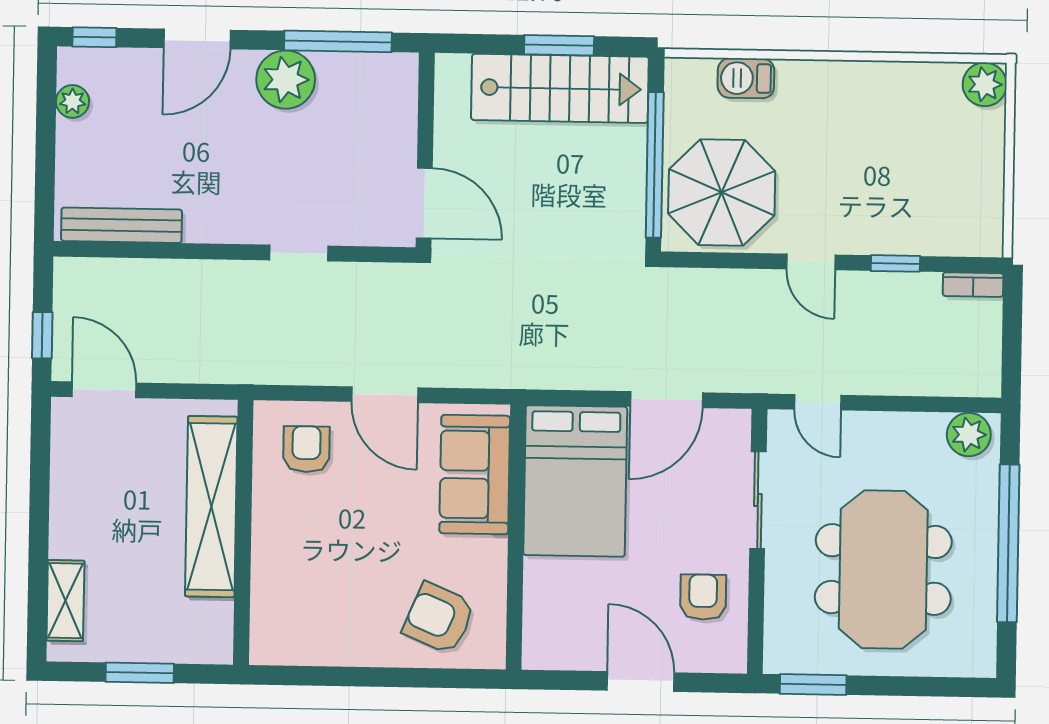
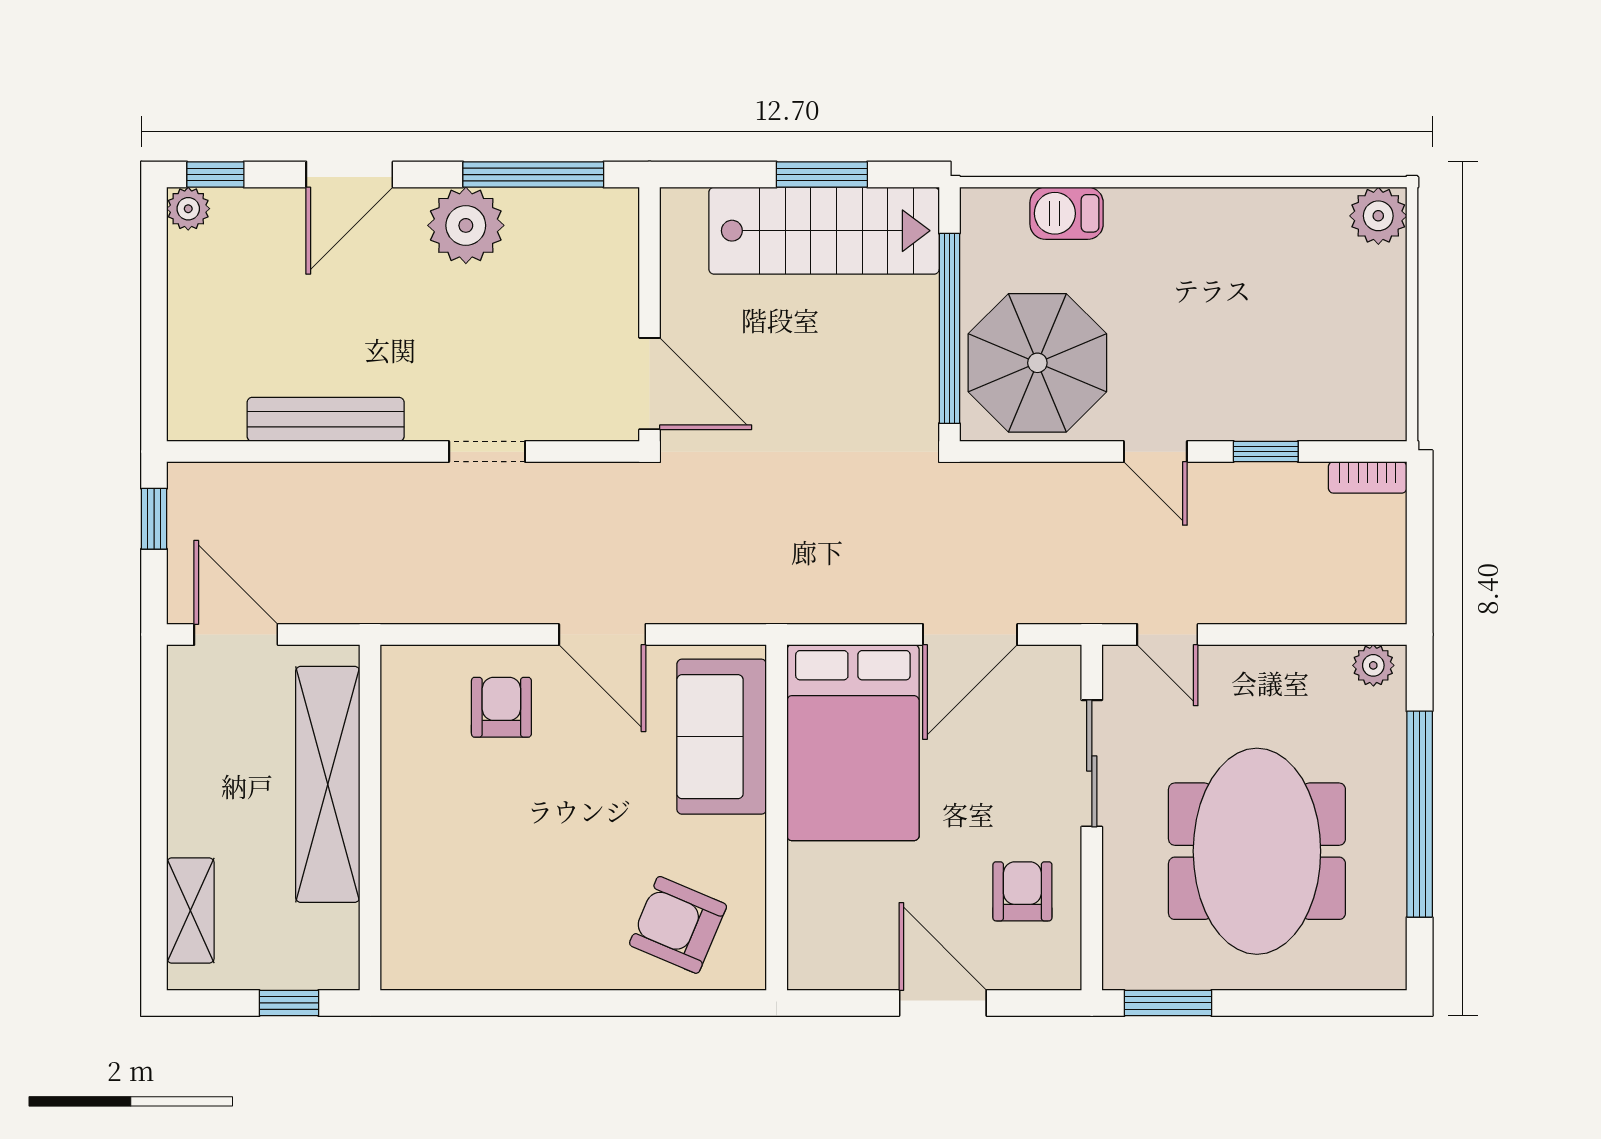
plant: (72, 101) -> (188, 209), moved
bench: (121, 225) -> (326, 419), moved
window: (42, 335) -> (154, 519), moved
plant: (969, 435) -> (1373, 665), width x0.73, depth x0.73
shelving: (211, 507) -> (328, 784), moved
wall: (243, 532) -> (370, 817), moved
window: (140, 673) -> (289, 1003), width x0.67

